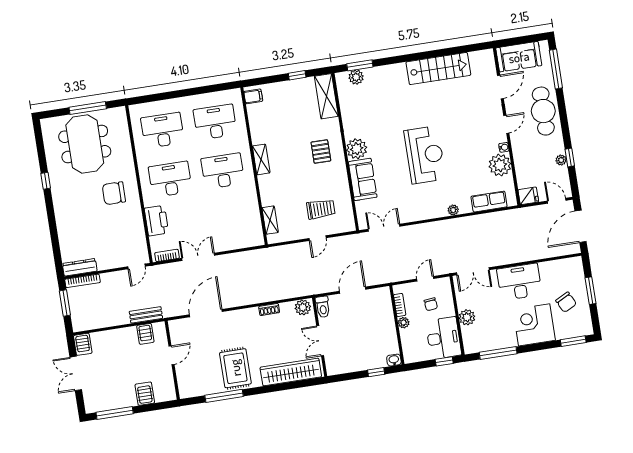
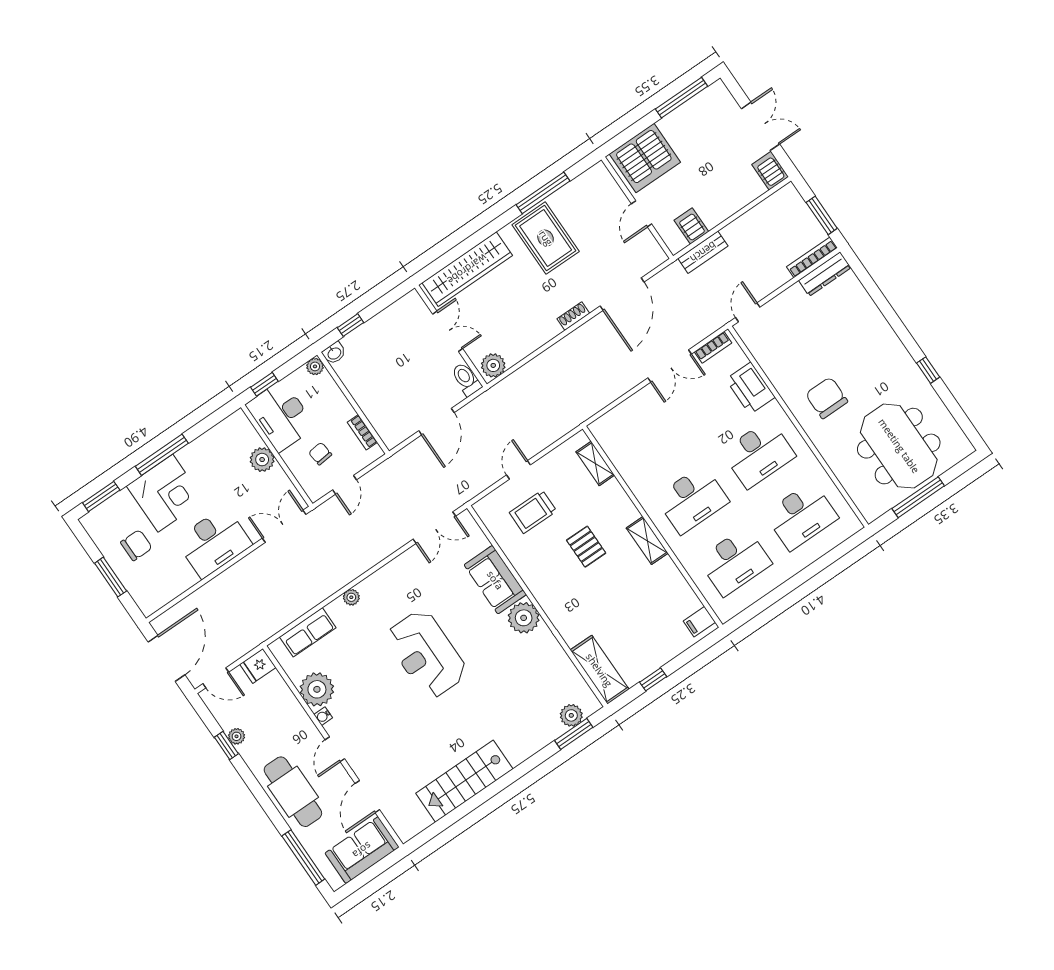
pallet: (321, 152) -> (586, 547), moved
chair: (114, 193) -> (827, 398), turned -90
chair: (566, 302) -> (136, 545), turned 117
shoe rack: (269, 310) -> (573, 316), moved
plant: (404, 323) -> (315, 366), moved
window: (498, 353) -> (162, 455), moved
server rack: (145, 394) -> (645, 158), width x2.18, depth x1.44

